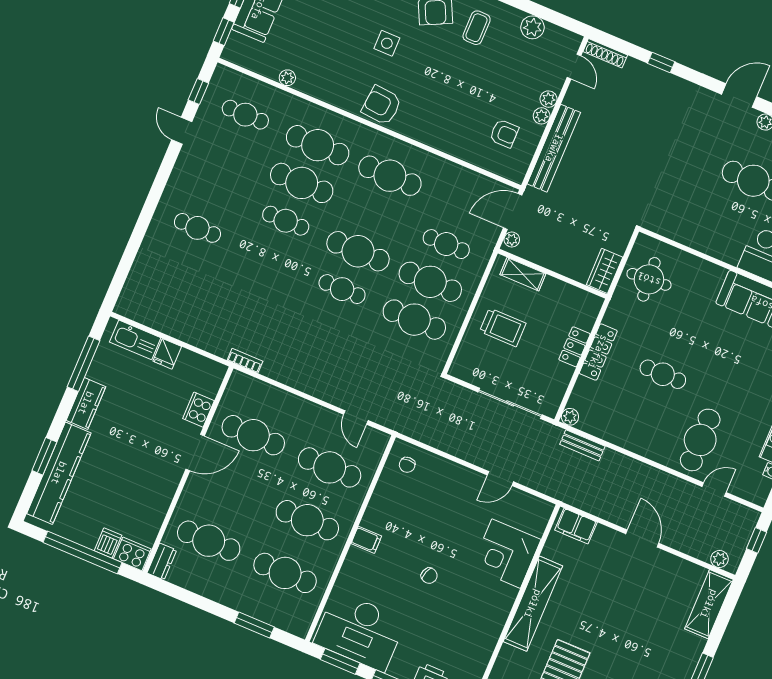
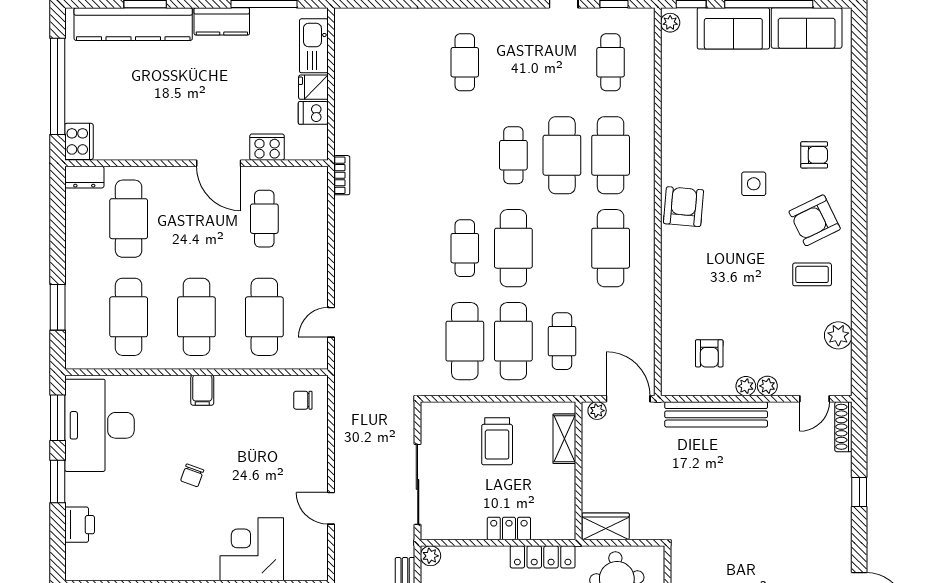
plant: (287, 78) -> (670, 23), moved
locker: (598, 352) -> (543, 557), moved
cafe table: (253, 435) -> (264, 219), width x0.73, depth x0.74
dishwasher: (108, 543) -> (313, 113), moved, turned 180

